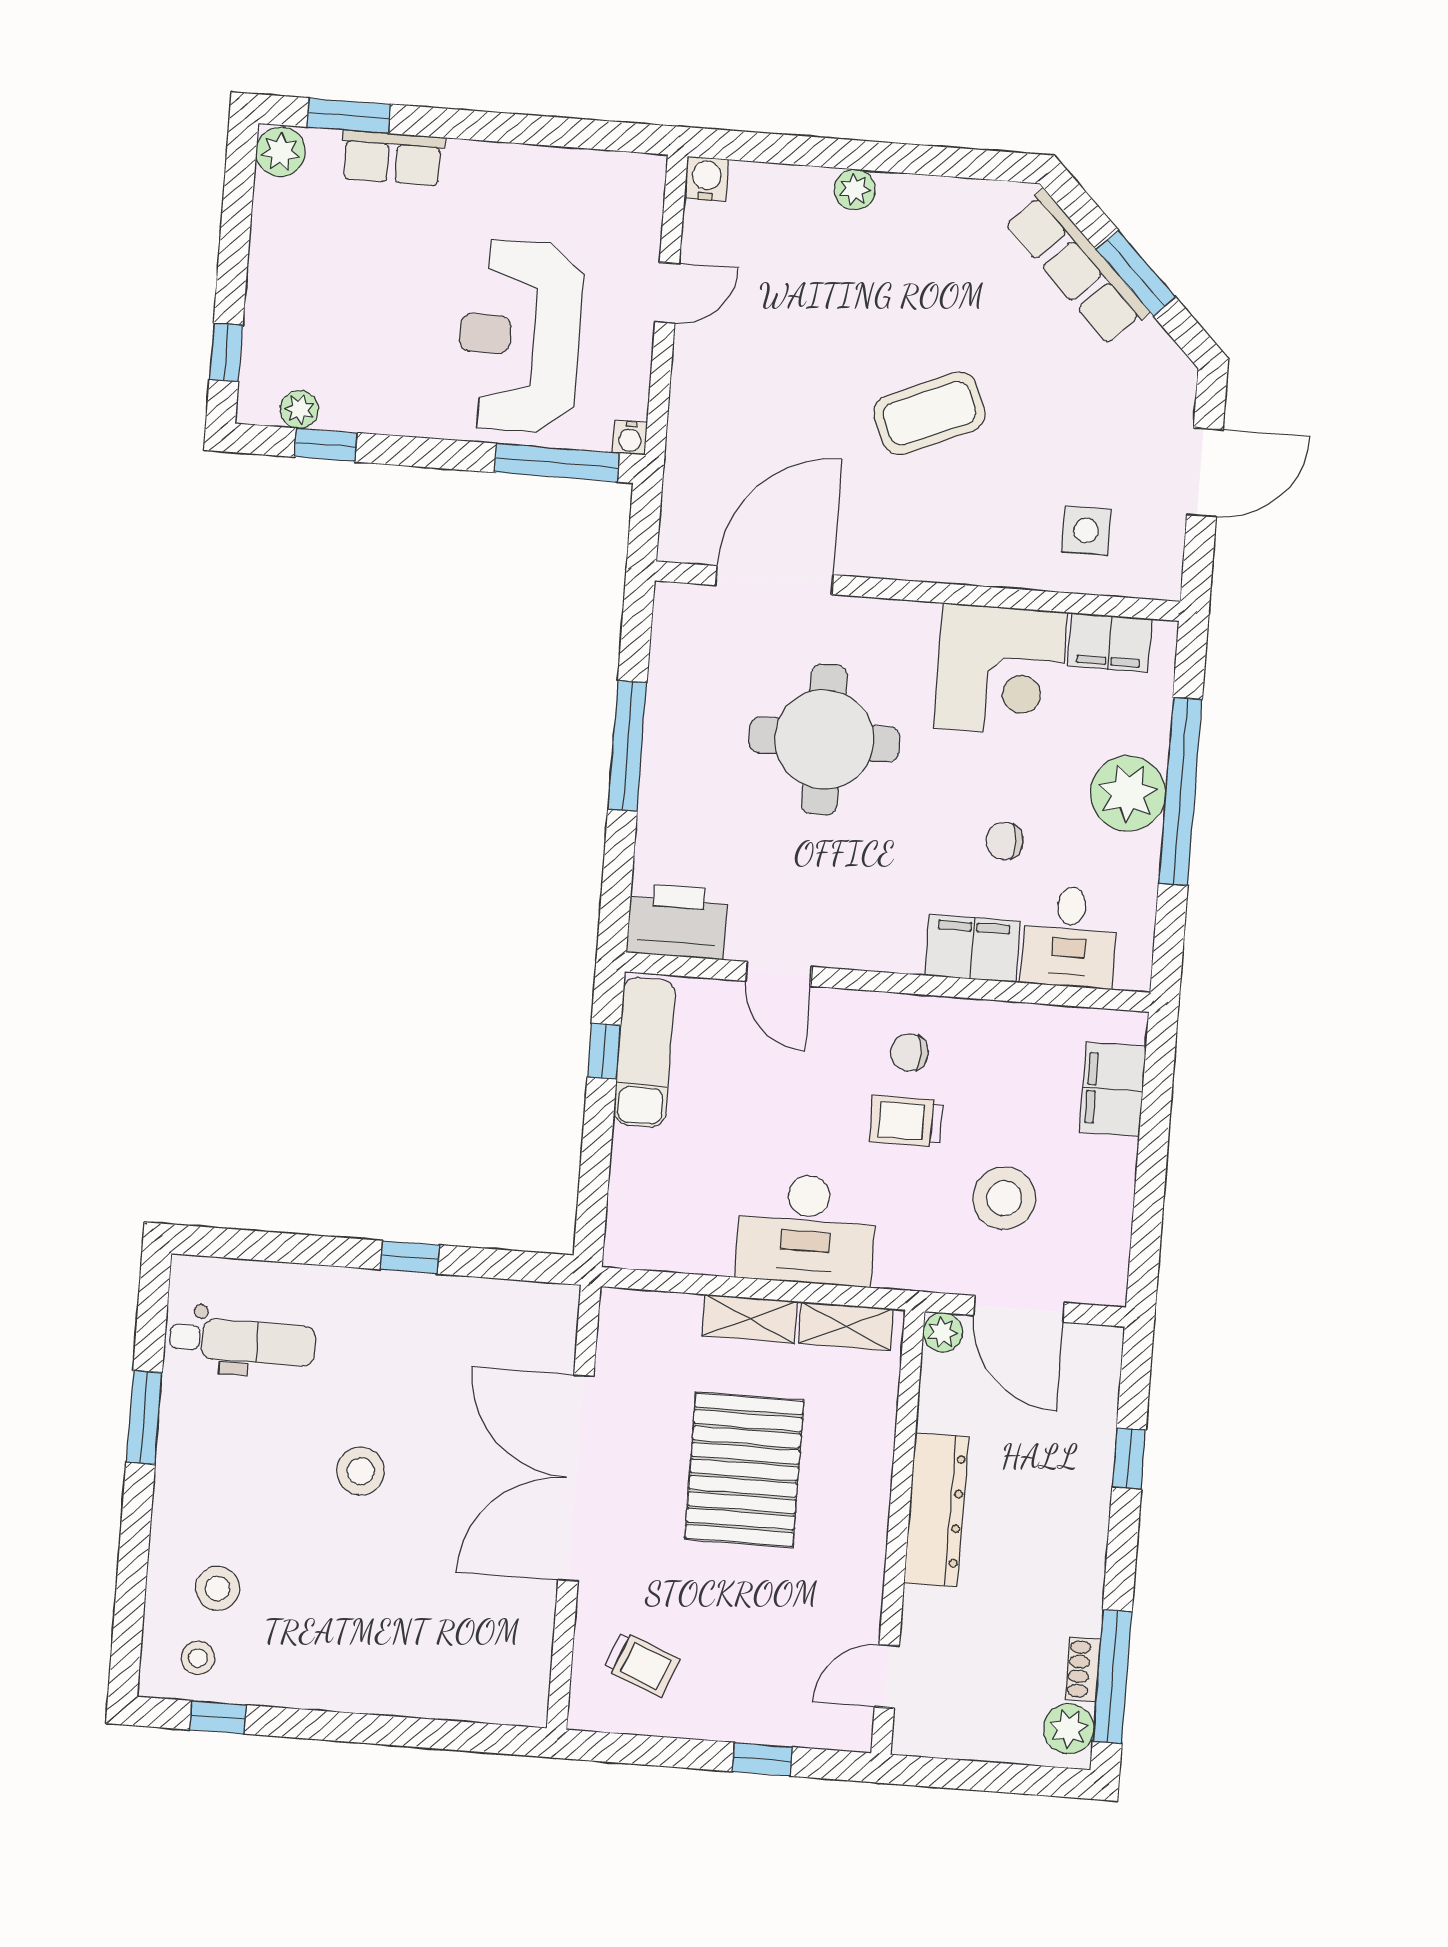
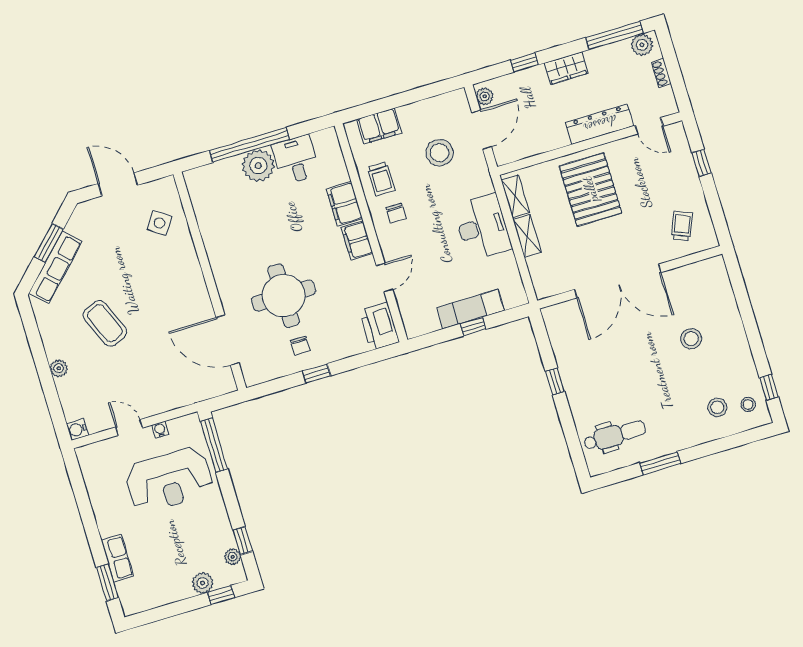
plant: (281, 152) -> (203, 583), moved
coffee table: (929, 413) -> (105, 323), moved
water cooler: (630, 438) -> (160, 430), moved, turned -90
side table: (1086, 531) -> (159, 223), turned 35
filing cabinet: (1110, 642) -> (357, 240), moved, turned 180
corner desk: (1001, 670) -> (229, 236), removed
window: (627, 746) -> (317, 373), width x0.46
chair: (1004, 841) -> (300, 346), moved
desk: (1069, 937) -> (296, 160), moved, turned -90
window: (604, 1051) -> (473, 326), moved
exam couch: (644, 1052) -> (470, 309), moved
trolley: (906, 1121) -> (381, 179), moved
plant: (943, 1332) -> (485, 96), moved
dental chair: (243, 1341) -> (615, 435), turned 90
pallet: (744, 1470) -> (590, 189), moved, turned 90
stool: (361, 1471) -> (691, 339), moved
dresser: (936, 1510) -> (600, 124), moved
wardrobe: (1082, 1544) -> (566, 68), added
shoe rack: (1083, 1669) -> (661, 73), moved, turned 90

